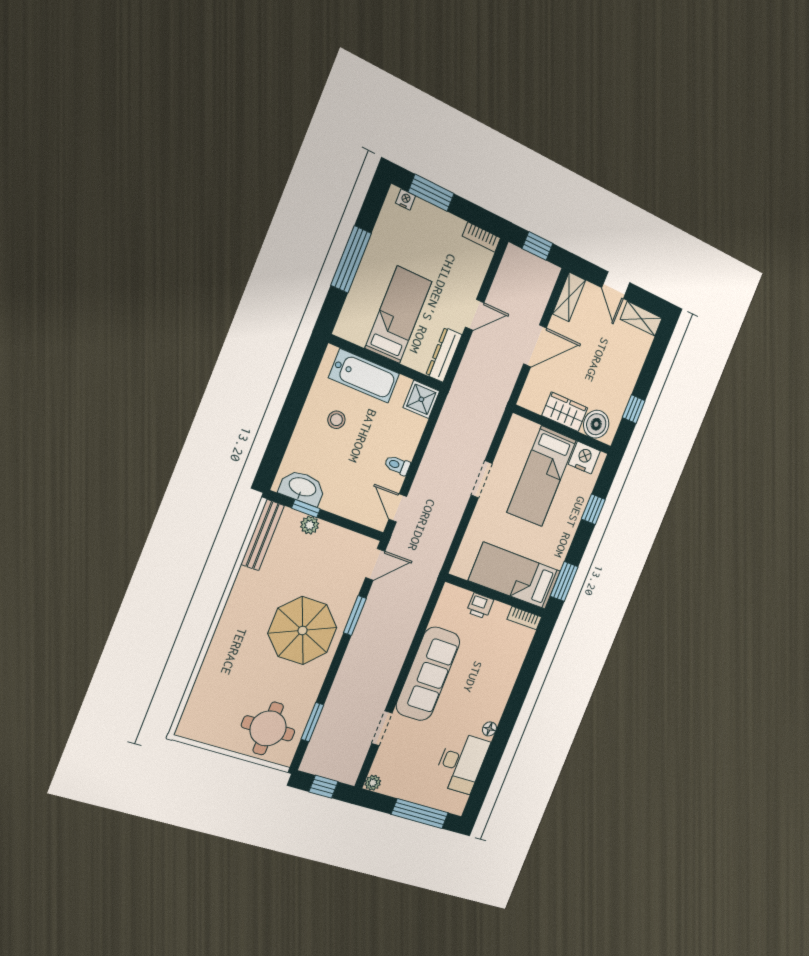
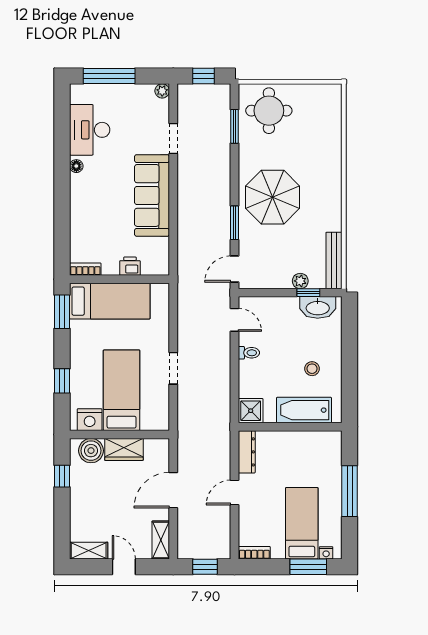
bed: (398, 315) -> (302, 523), moved, turned 180

